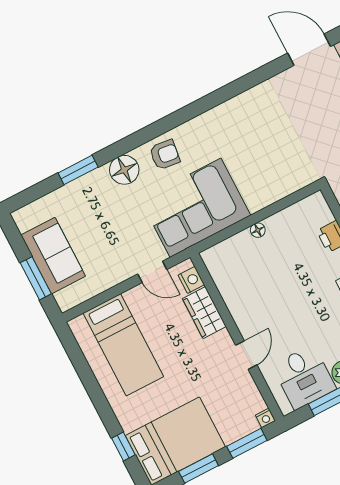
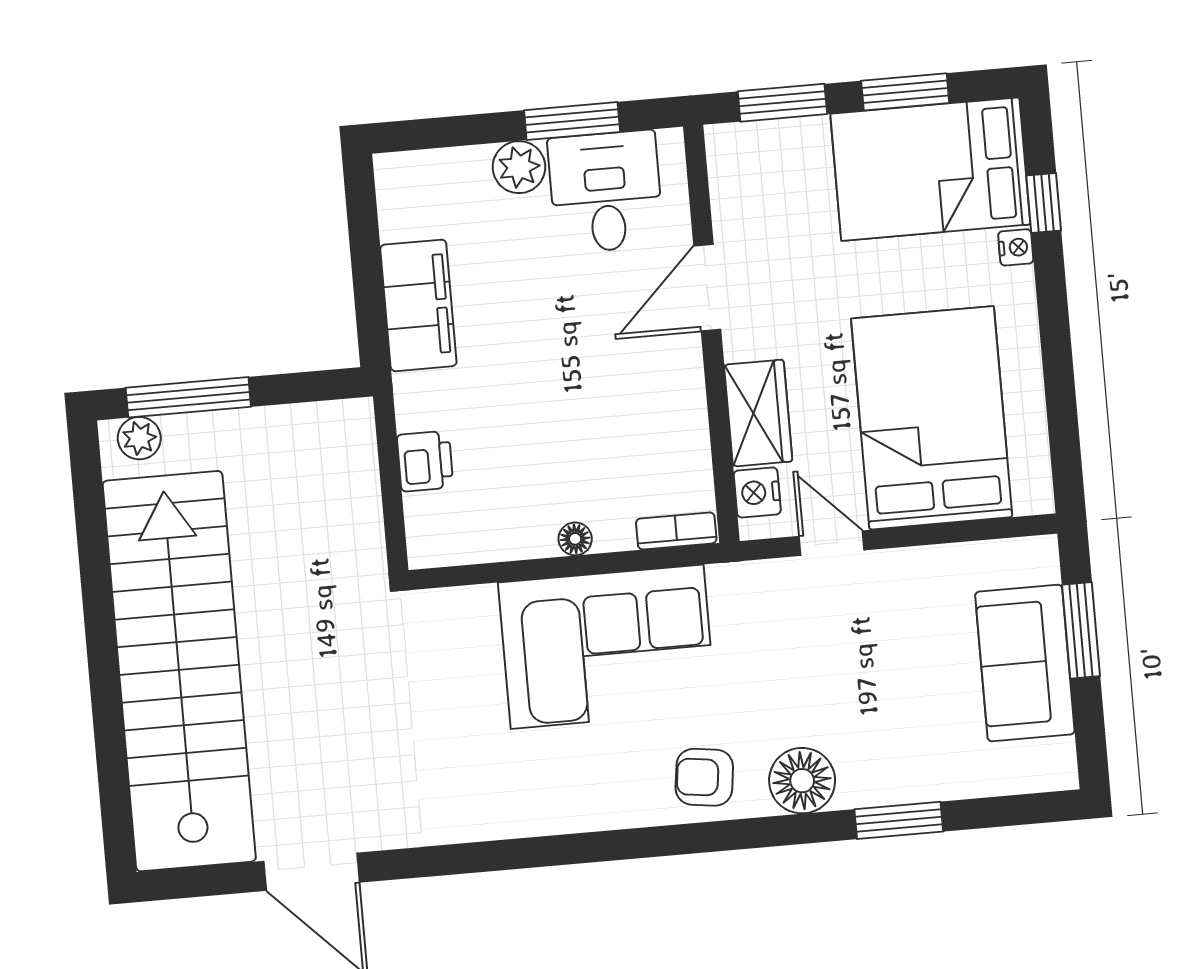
corner sofa: (195, 208) -> (607, 647), moved
bookcase: (218, 251) -> (676, 531), added
bed: (123, 345) -> (932, 418), width x1.50
door: (246, 355) -> (707, 288), width x1.38
nightstand: (265, 418) -> (1016, 247), moved, turned 90

